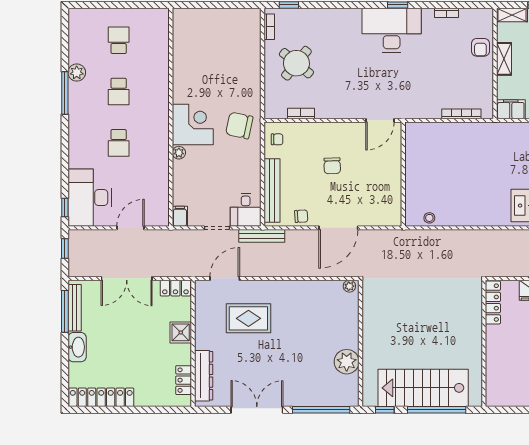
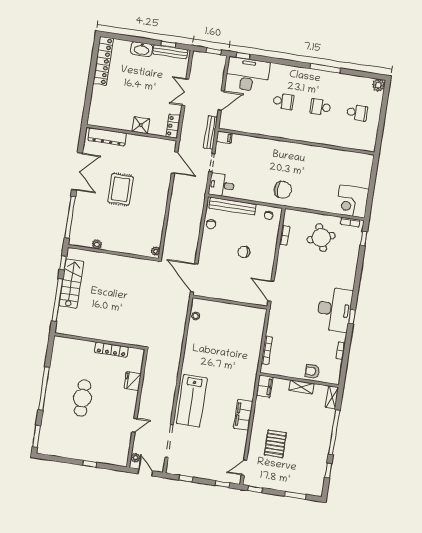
round table: (296, 63) -> (321, 238), turned 32
plant: (77, 73) -> (379, 85), moved
corner desk: (193, 125) -> (352, 201), moved, turned 90
chair: (239, 125) -> (283, 190), turned 78
school desk: (119, 143) -> (284, 101), turned 180
plant: (179, 153) -> (270, 144), removed
door: (131, 228) -> (221, 101), hinge flipped
door: (338, 228) -> (194, 278), moved
bench: (262, 236) -> (211, 132), moved
double door: (127, 278) -> (185, 92), width x0.73
locker: (493, 303) -> (111, 350), moved
window: (65, 311) -> (169, 44), width x0.46
rug: (248, 318) -> (121, 189), moved
plant: (347, 362) -> (97, 244), width x0.53, depth x0.53
locker: (184, 380) -> (106, 122), removed
stairs: (423, 388) -> (71, 284), width x0.73, depth x0.66

